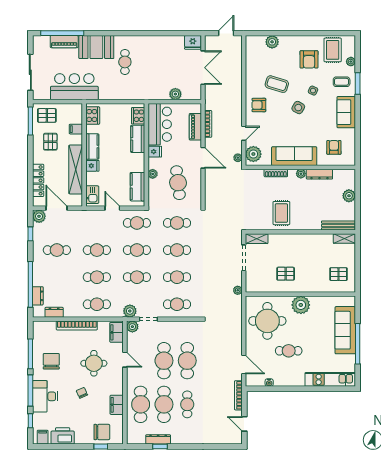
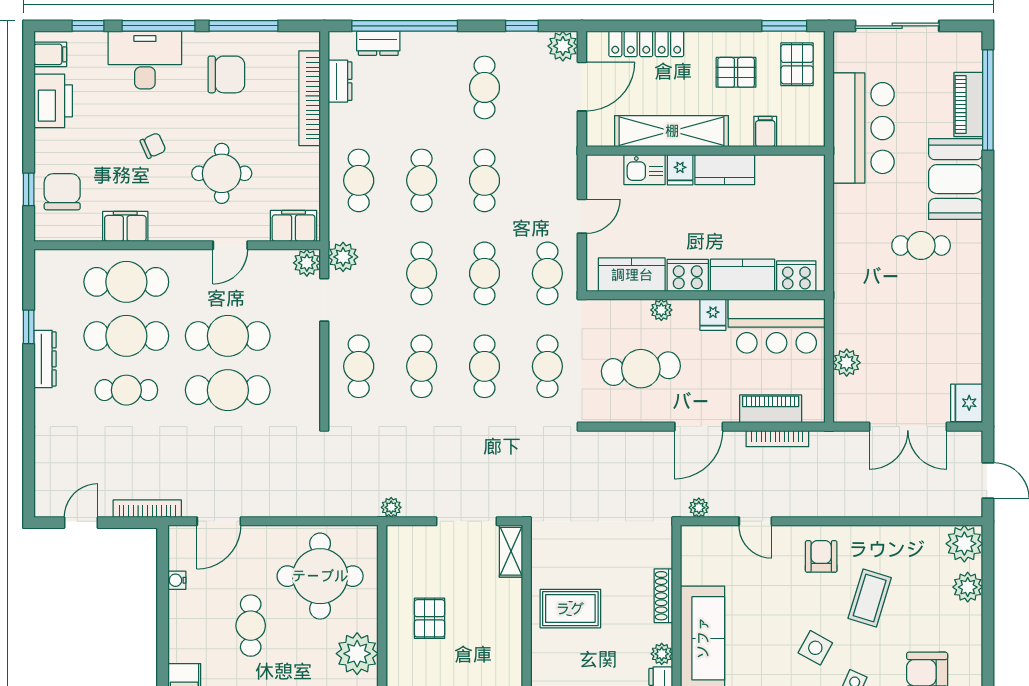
cooker: (93, 116) -> (688, 275), moved, turned 180
window: (30, 121) -> (784, 26), width x0.69
plant: (253, 154) -> (964, 544), moved
kitchen sink: (92, 195) -> (645, 170), moved
bookcase: (77, 325) -> (310, 98), moved
chair: (102, 432) -> (62, 192), turned 180
dresser: (158, 439) -> (45, 359), moved

